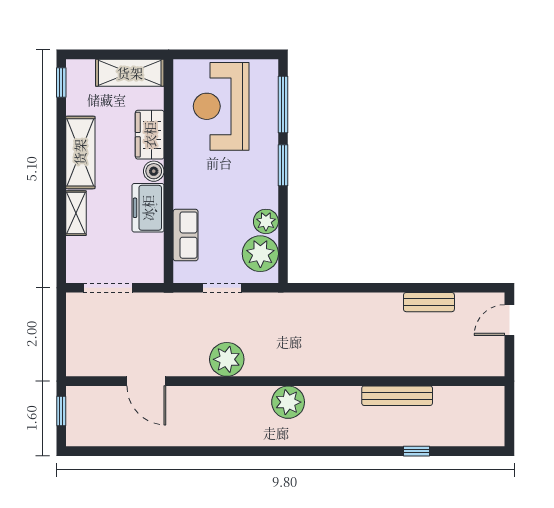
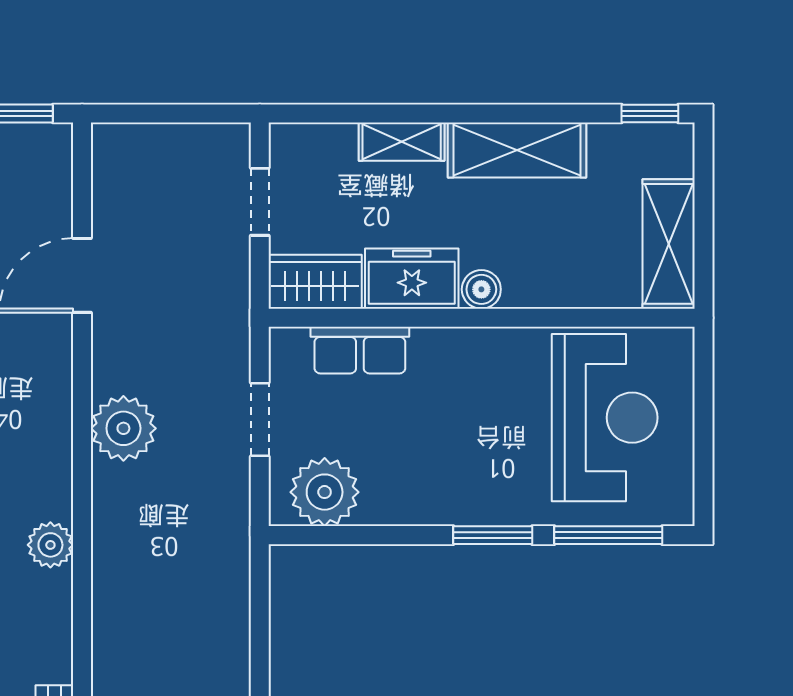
reception desk: (221, 106) -> (605, 418), turned 90
wardrobe: (150, 135) -> (315, 282), moved
plant: (266, 221) -> (386, 503), removed
doorway: (108, 288) -> (260, 202), width x0.73
plant: (288, 402) -> (50, 545), width x0.73, depth x0.73

